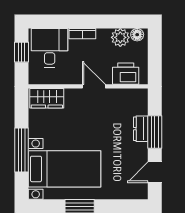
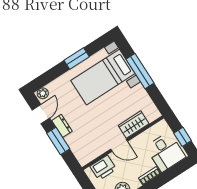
wardrobe: (47, 98) -> (134, 125), moved
dresser: (141, 129) -> (62, 126), moved
plant: (139, 193) -> (43, 93), added

